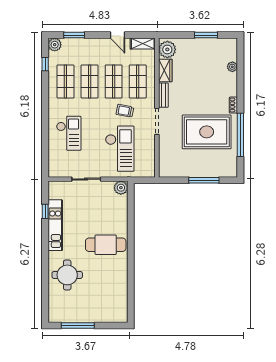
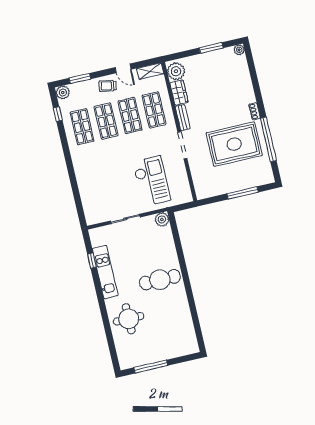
plant: (232, 67) -> (239, 50), moved
trolley: (125, 111) -> (108, 86), moved
checkout: (69, 133) -> (97, 177), removed

